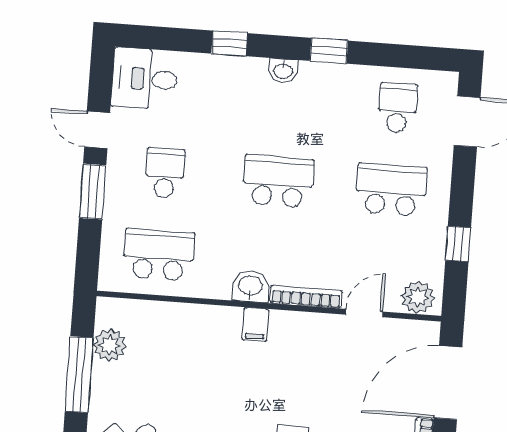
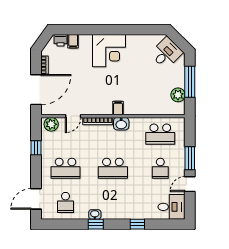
washbasin: (283, 71) -> (95, 214), moved
door: (97, 130) -> (190, 184), swing flipped

